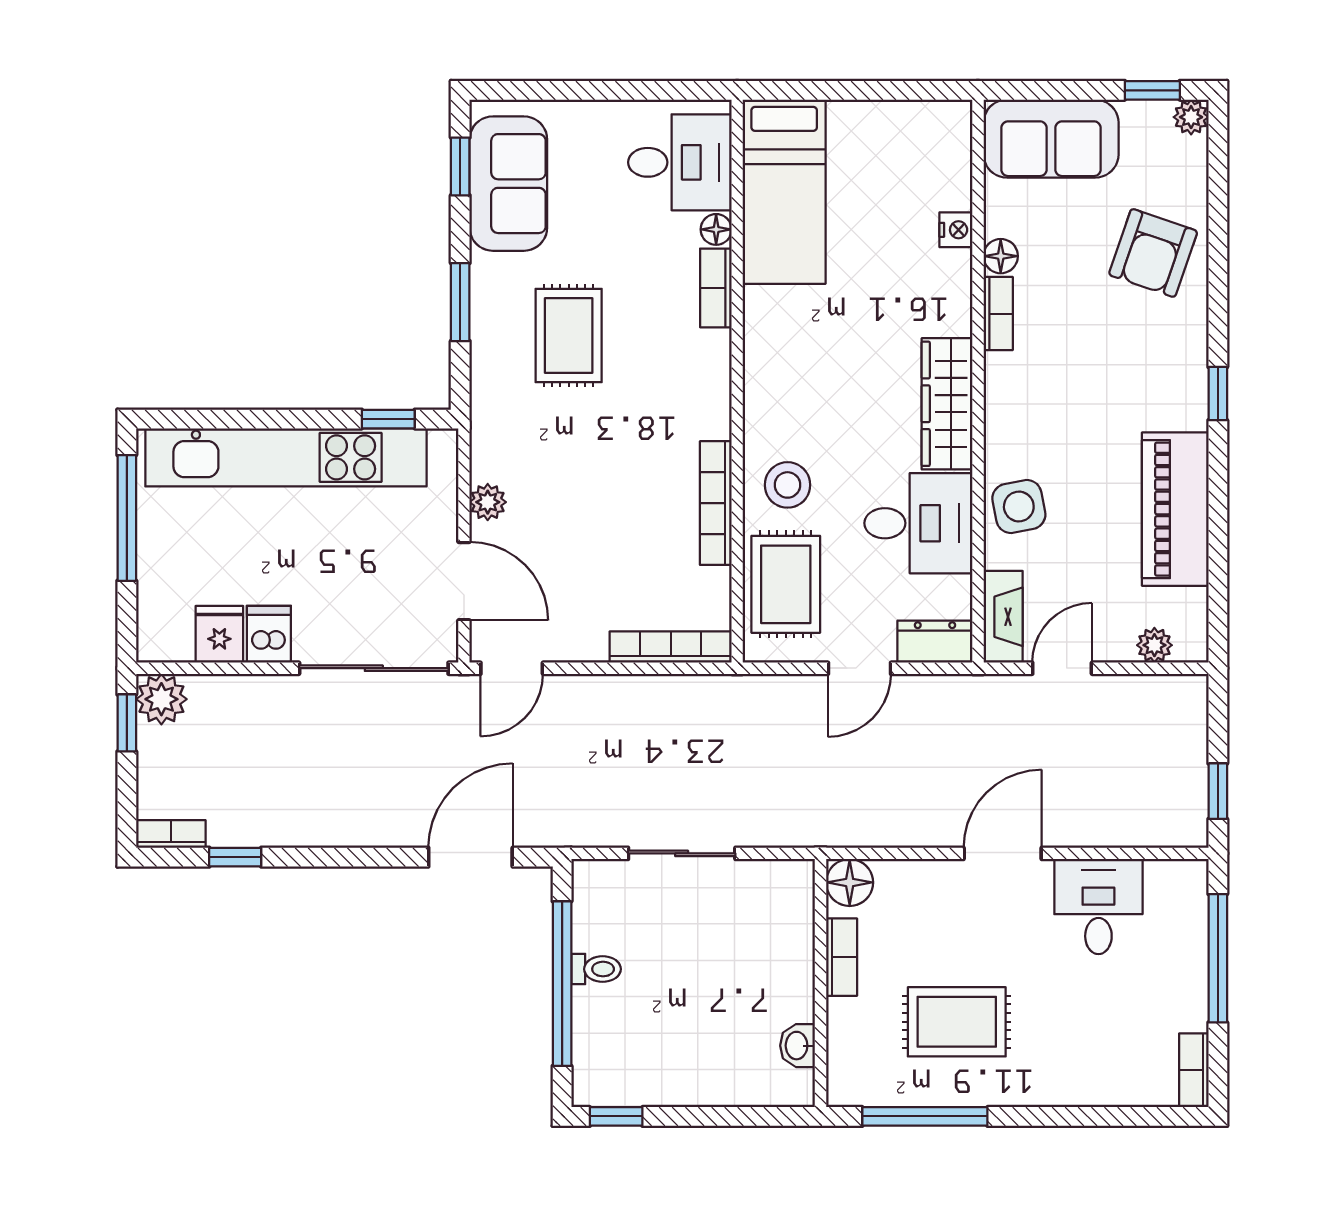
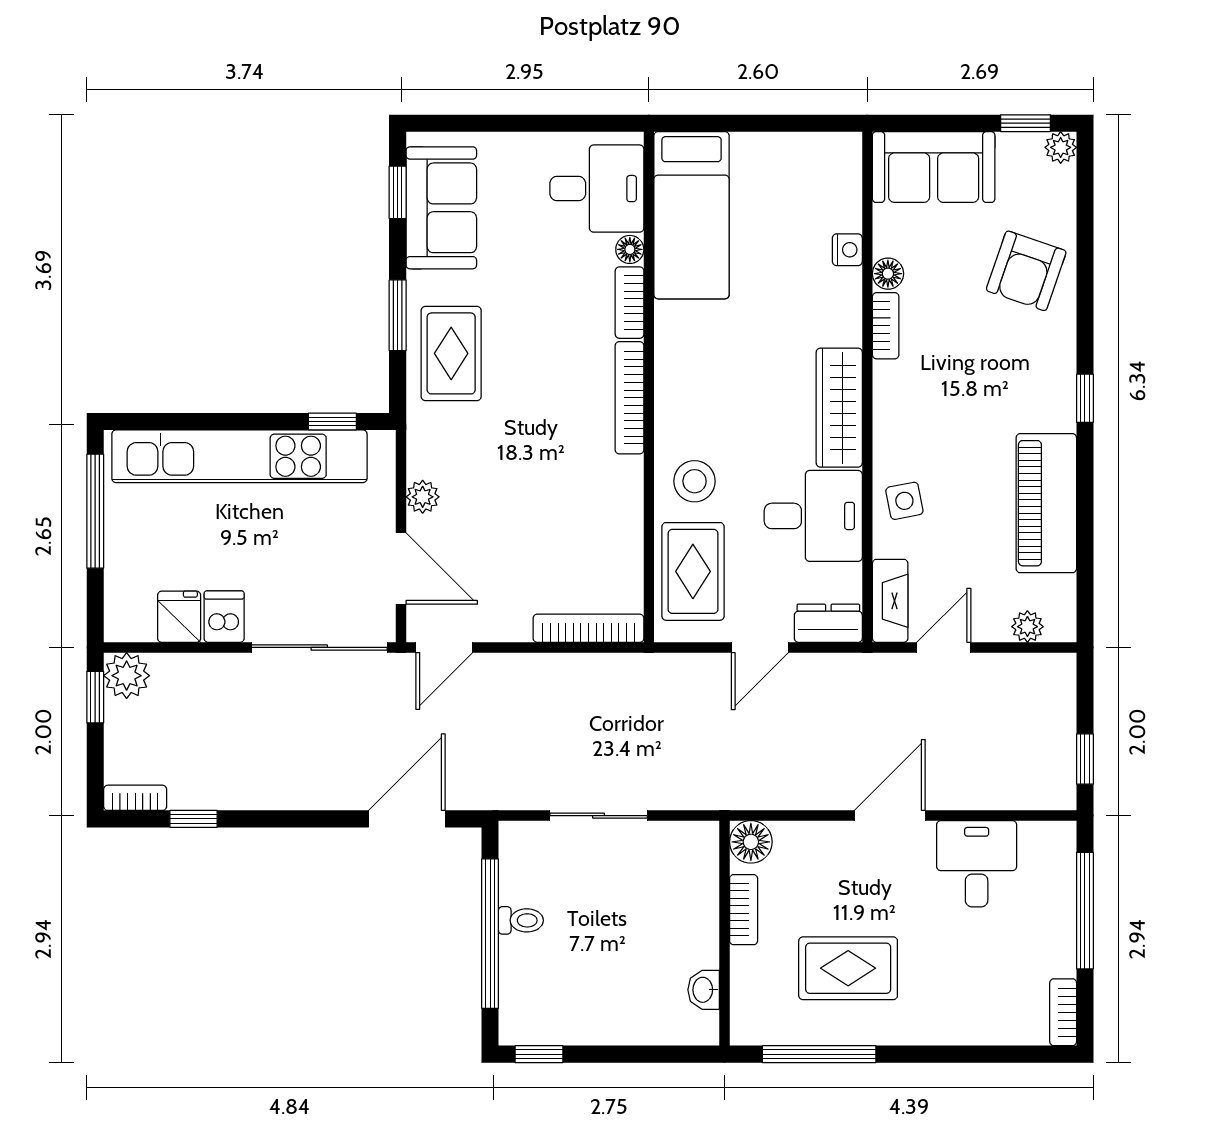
rug: (569, 336) -> (451, 353), moved
bookcase: (716, 503) -> (629, 398), moved
side table: (1019, 507) -> (904, 501), width x0.73, depth x0.73

